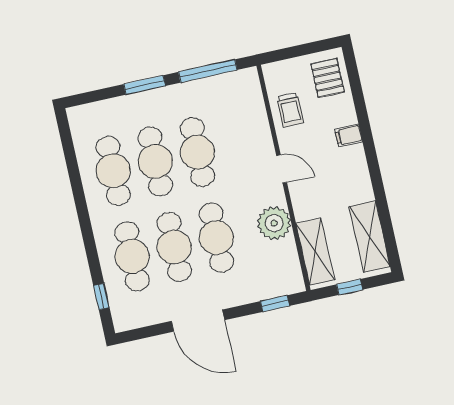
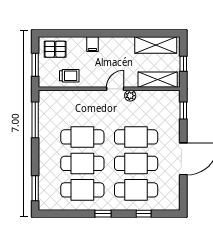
window: (296, 51) -> (35, 65), added
window: (145, 85) -> (35, 188), moved
door: (282, 169) -> (115, 89), moved
window: (83, 212) -> (103, 214), added
plant: (274, 223) -> (130, 96), width x0.53, depth x0.53
window: (101, 297) -> (144, 214), moved

